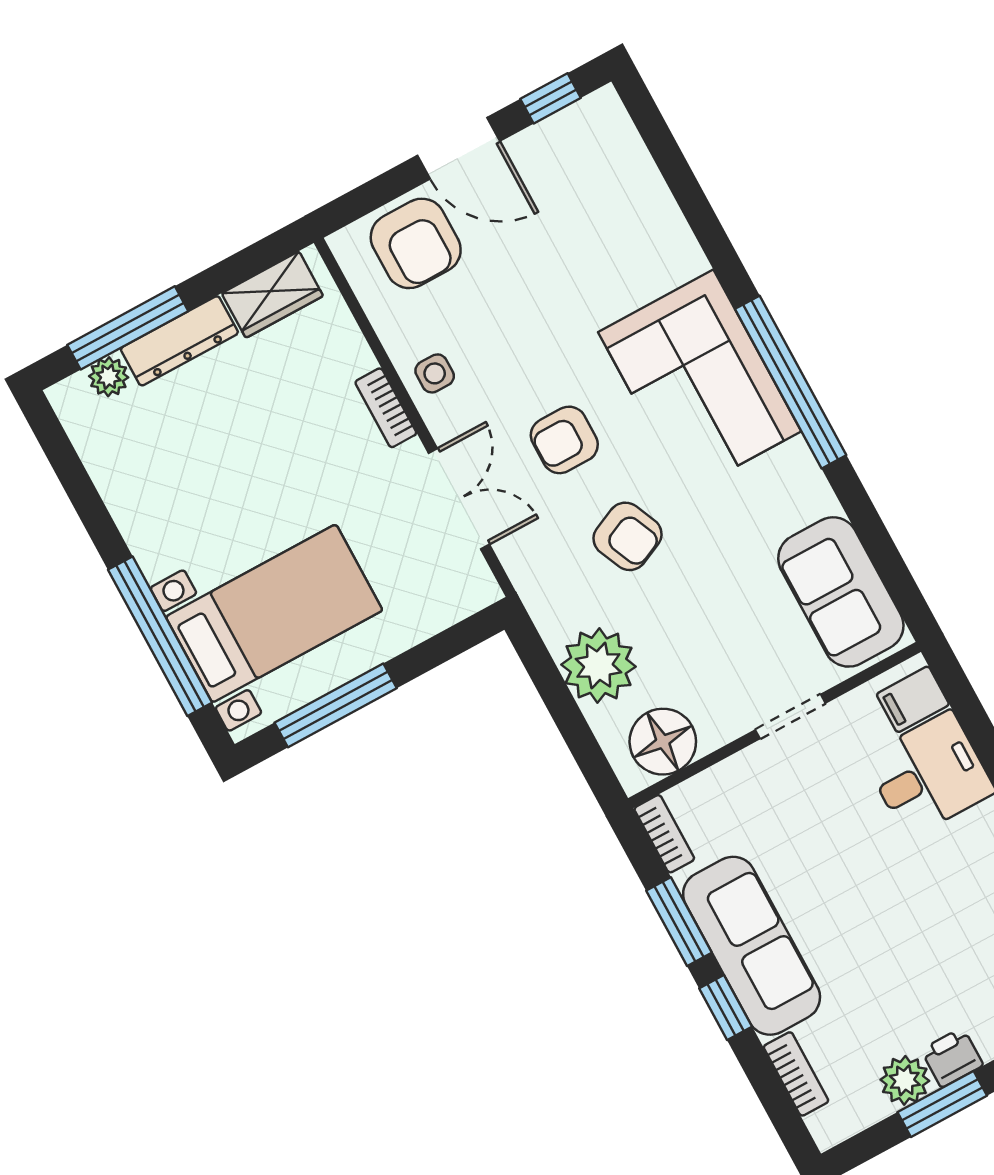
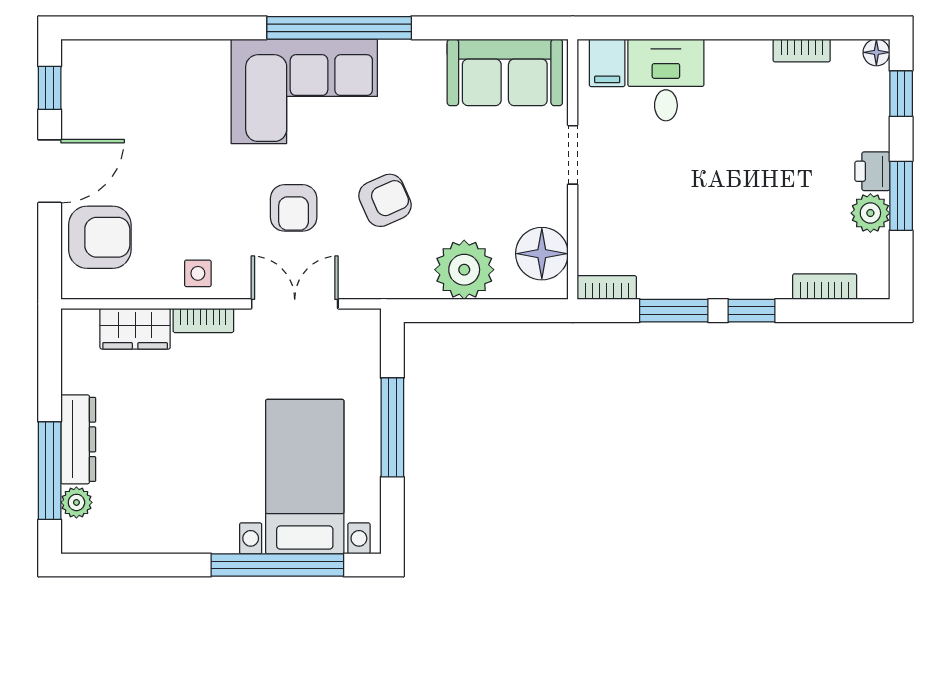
wardrobe: (272, 295) -> (135, 329), moved, turned 90
window: (336, 705) -> (392, 427), moved
sofa: (752, 946) -> (718, 269), removed

